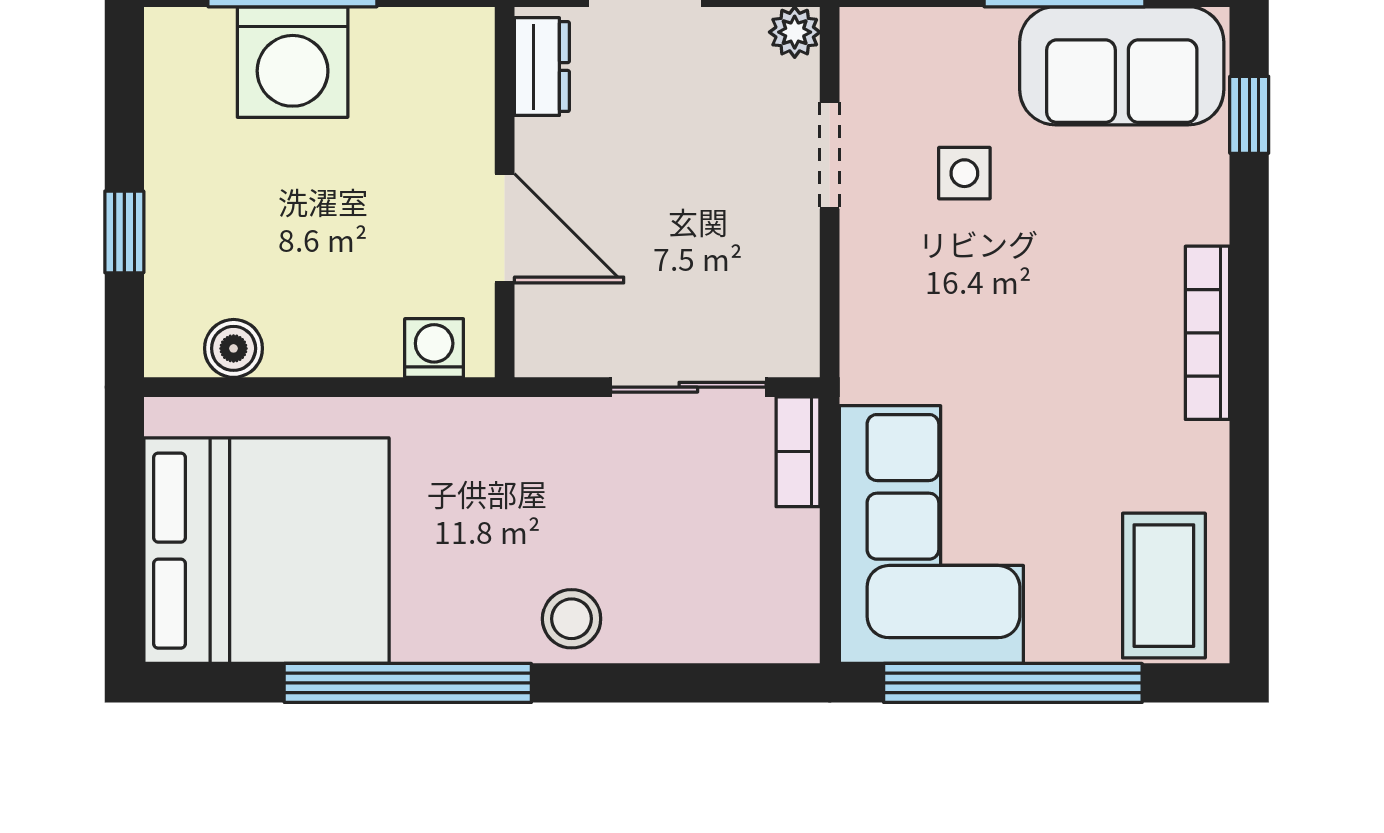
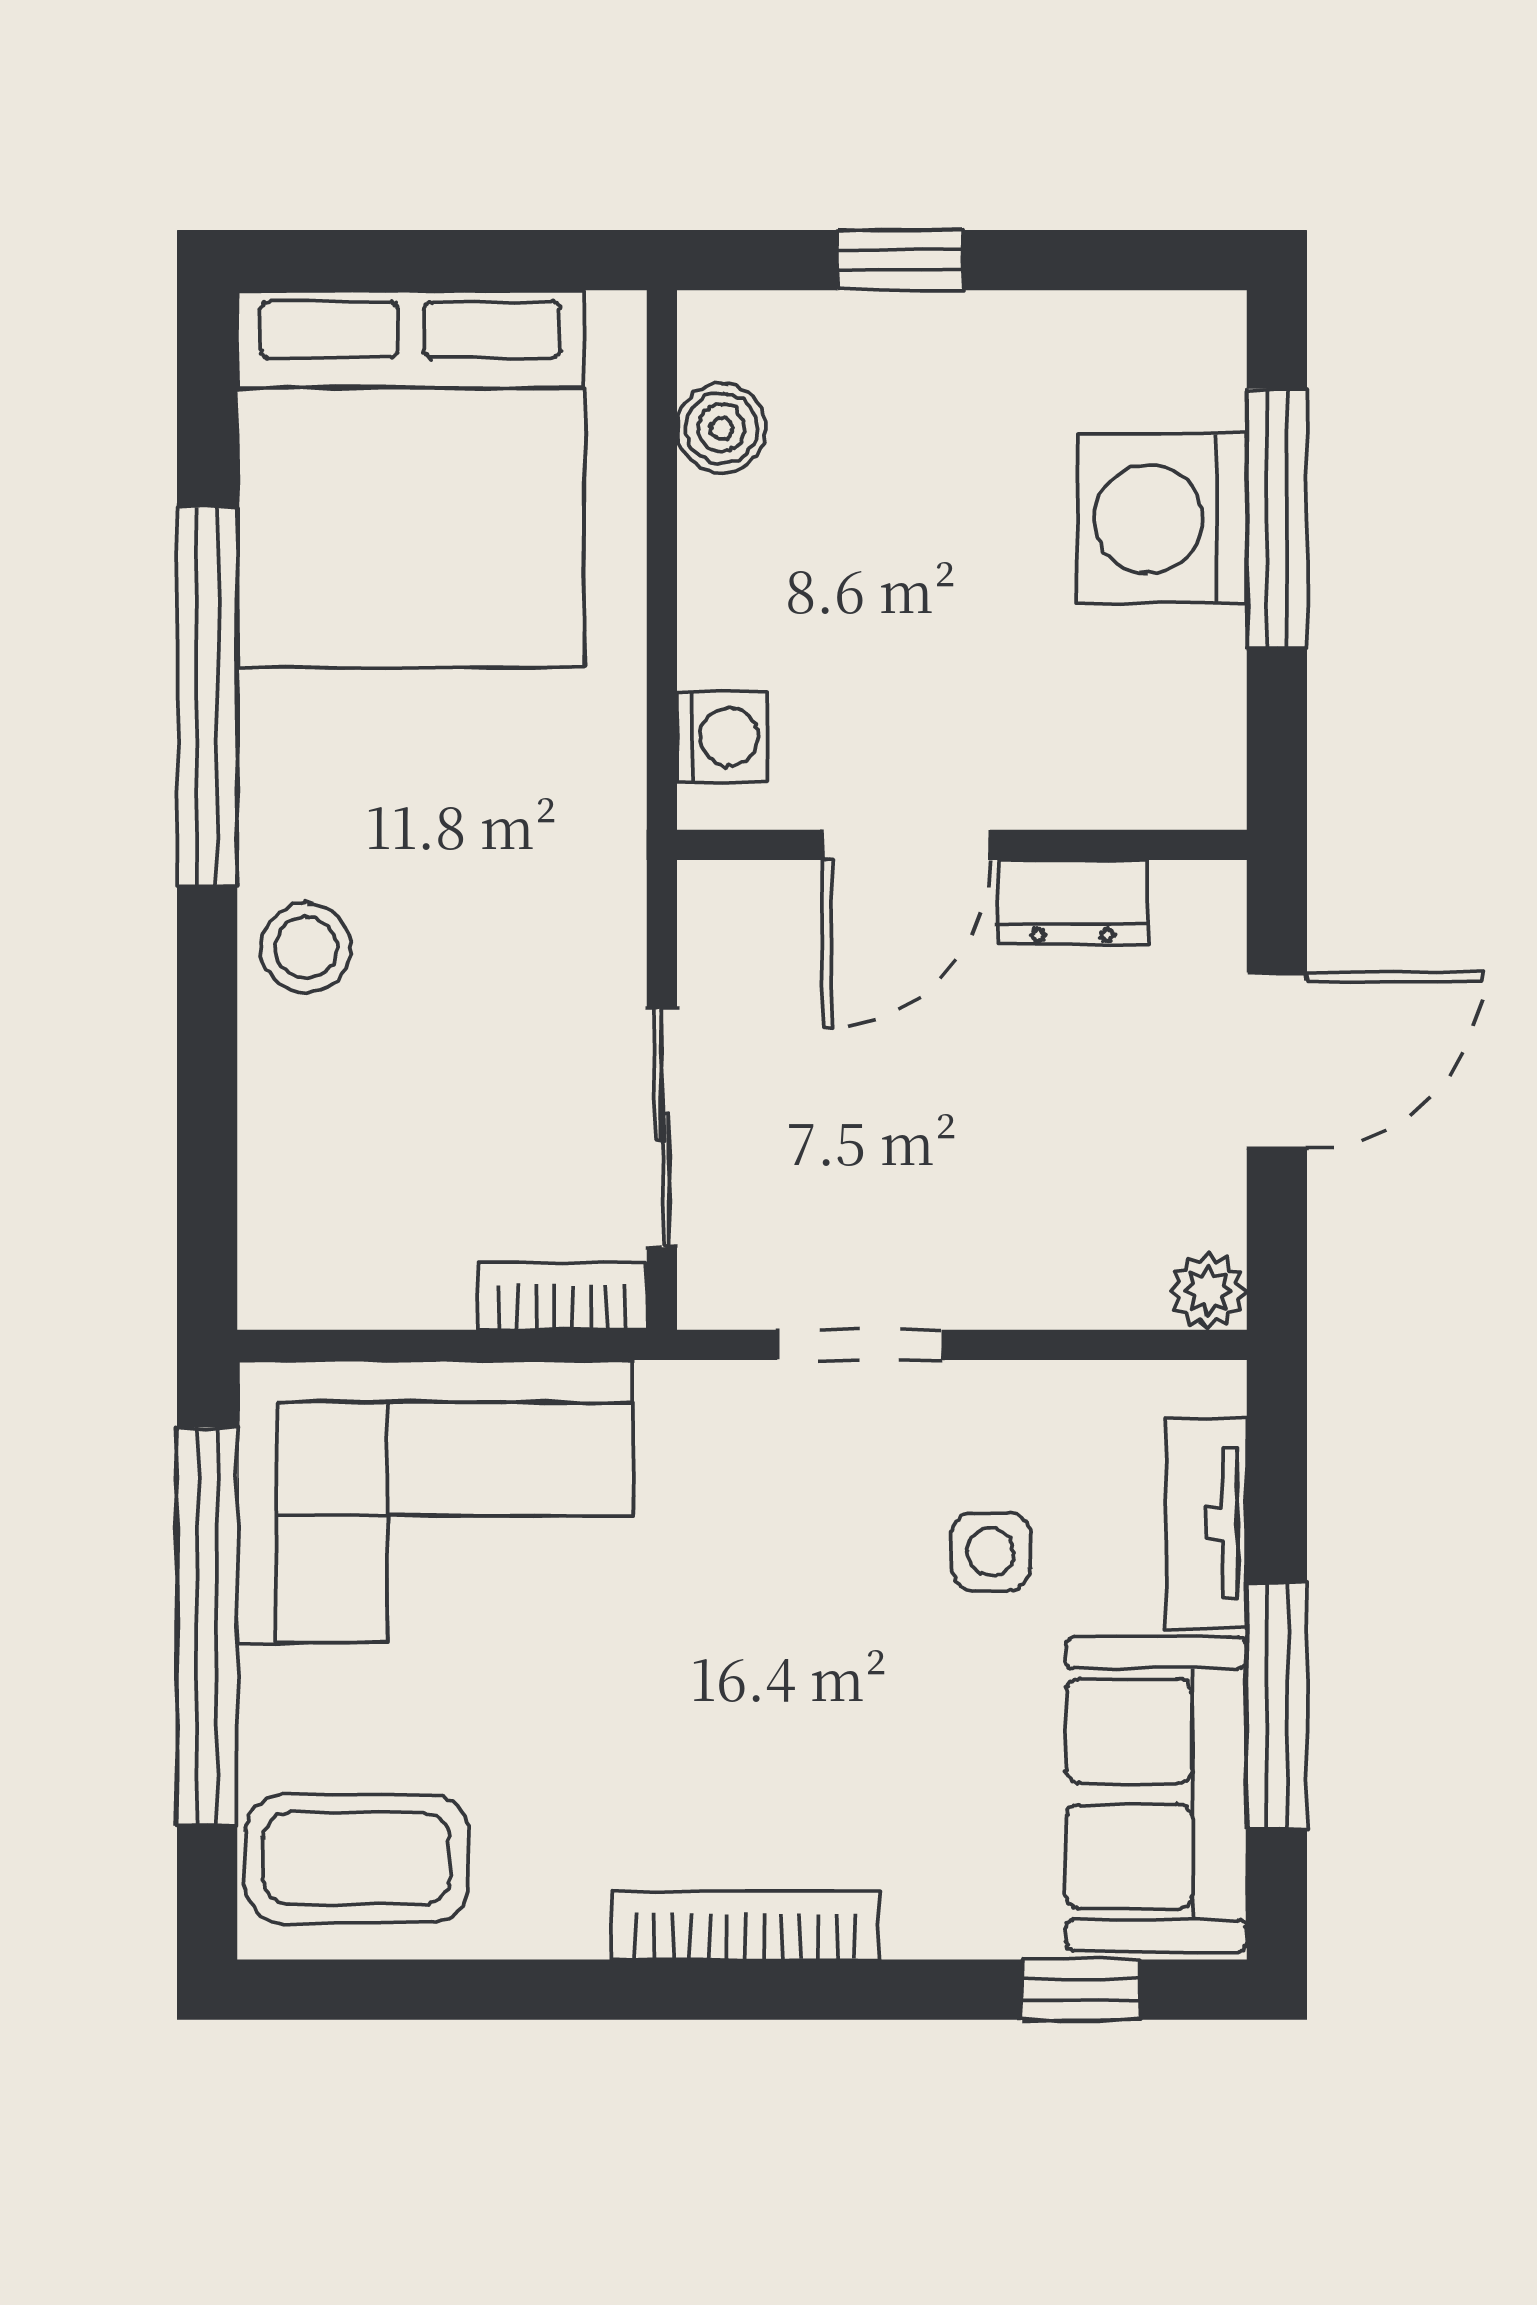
tv unit: (946, 33) -> (1207, 1523), added
dresser: (542, 67) -> (1073, 902), moved
doorway: (830, 155) -> (859, 1345), moved

